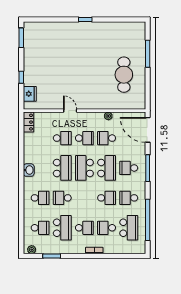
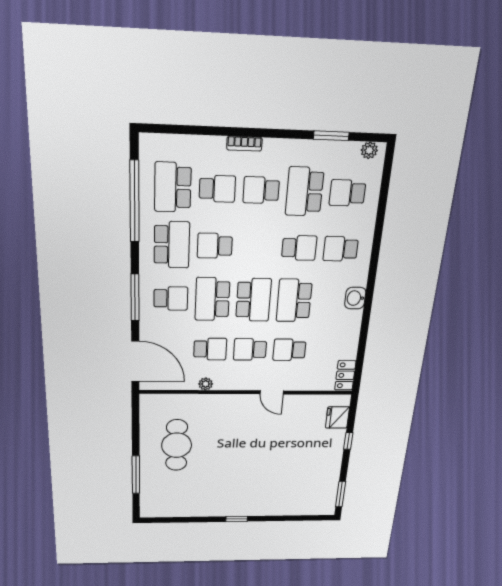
school desk: (129, 198) -> (172, 245), width x1.85

